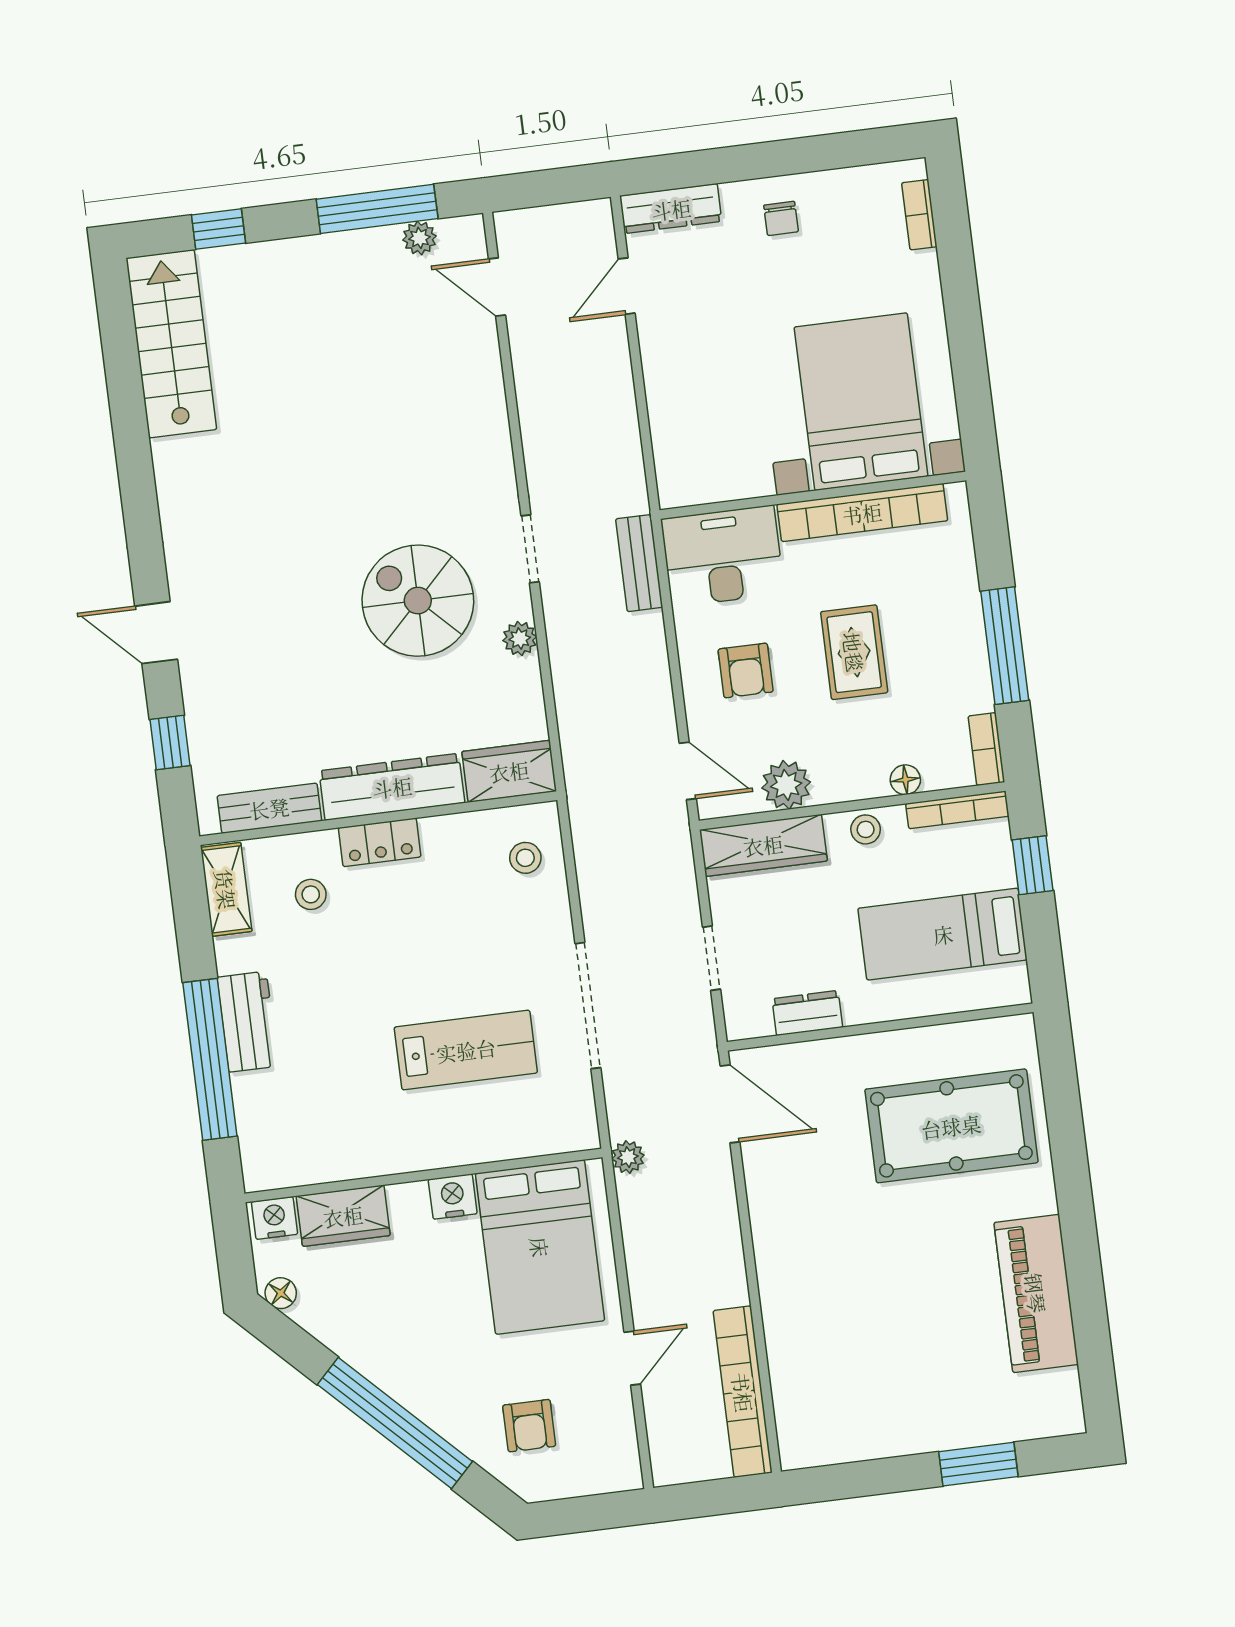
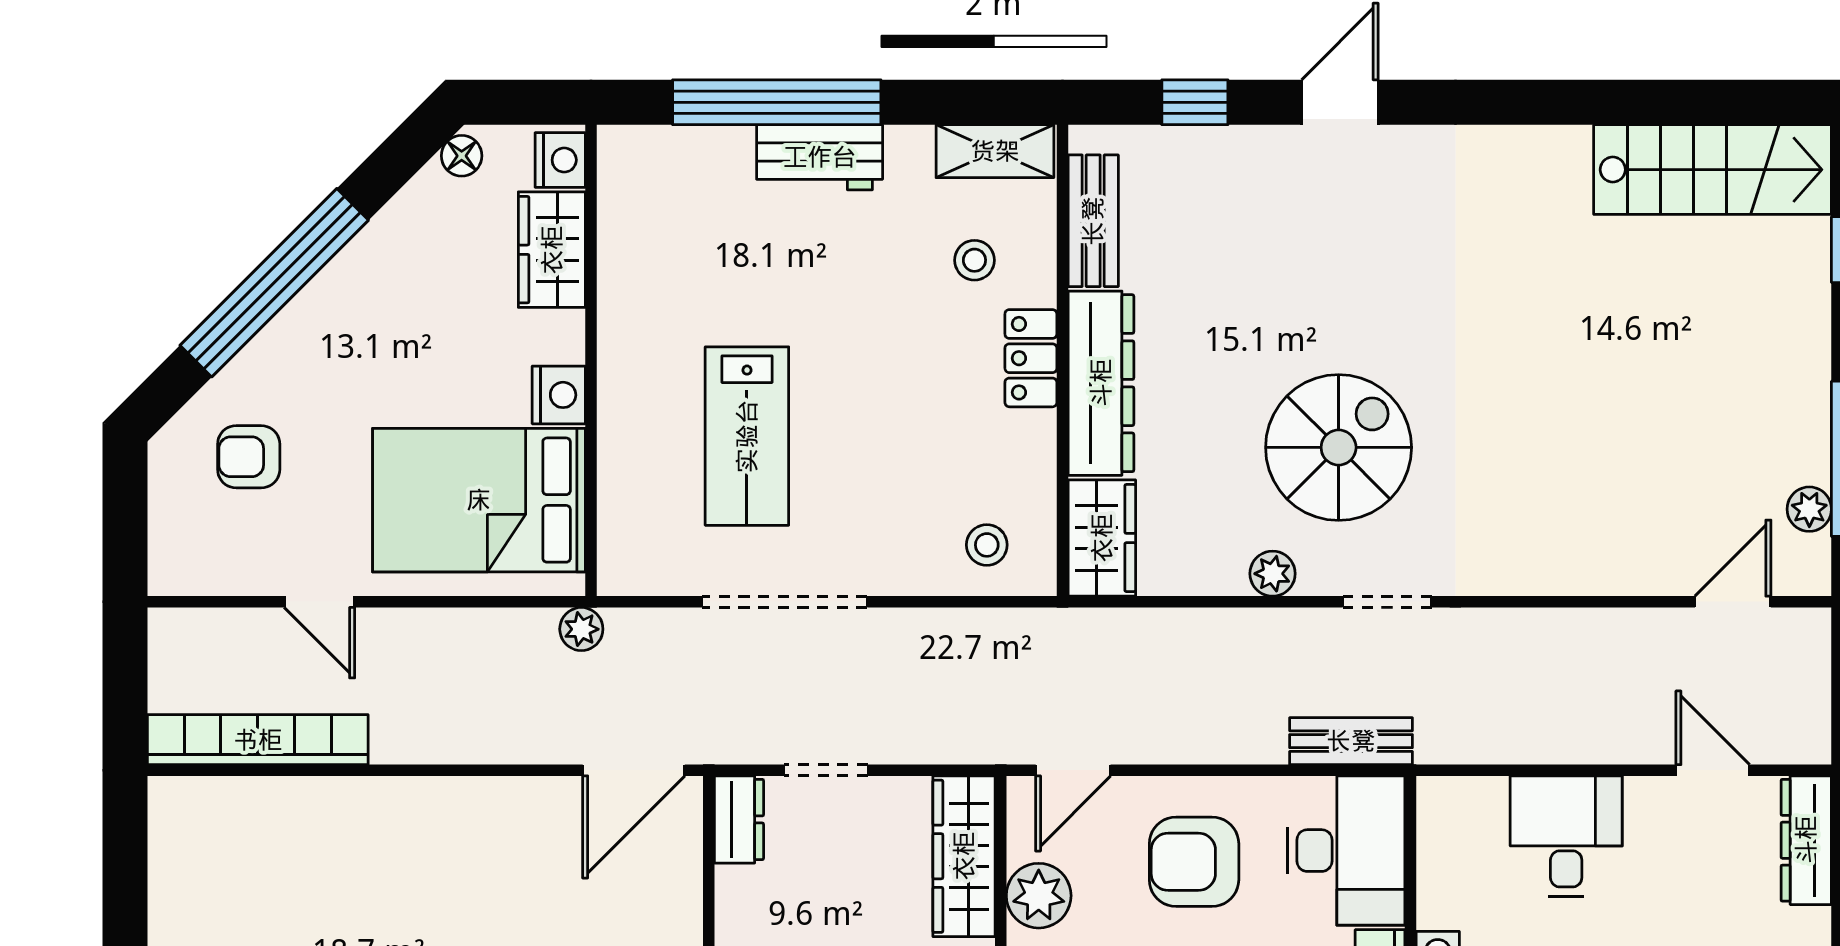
desk: (691, 391) -> (1566, 836), added
armchair: (746, 670) -> (1194, 862), width x1.38, depth x1.38
dresser: (807, 1013) -> (739, 819), moved

